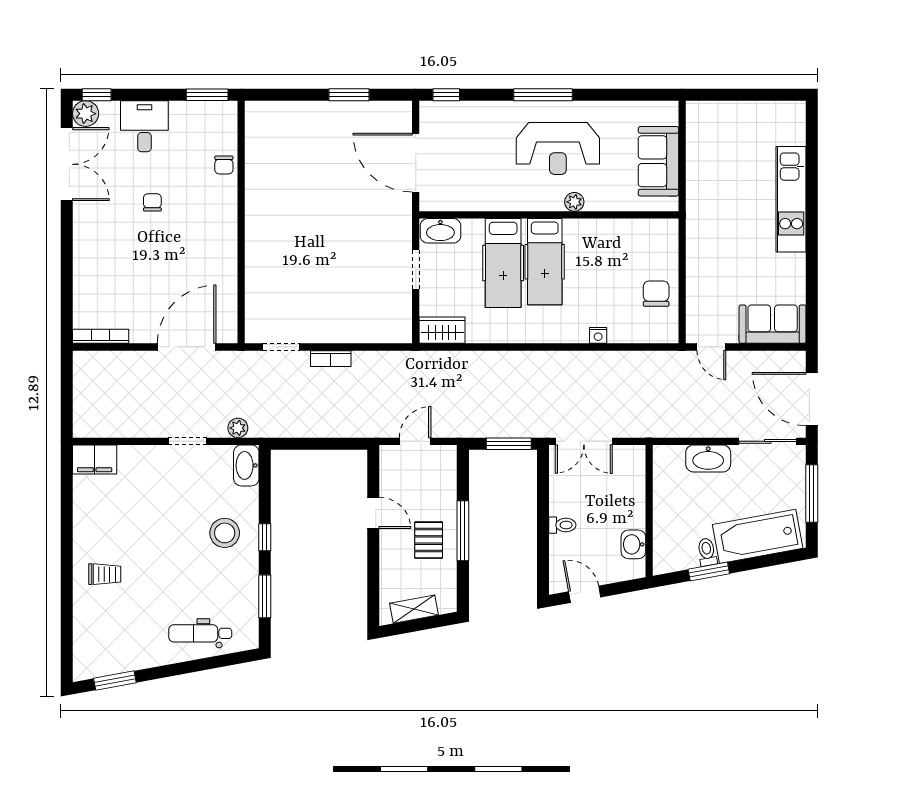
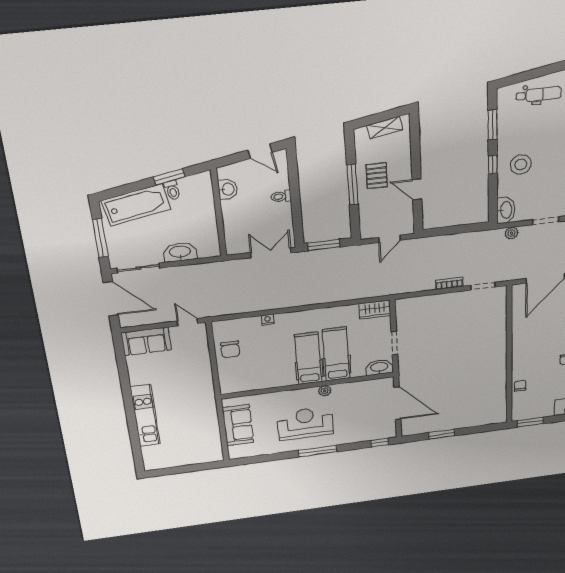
plant: (574, 202) -> (325, 391), moved

